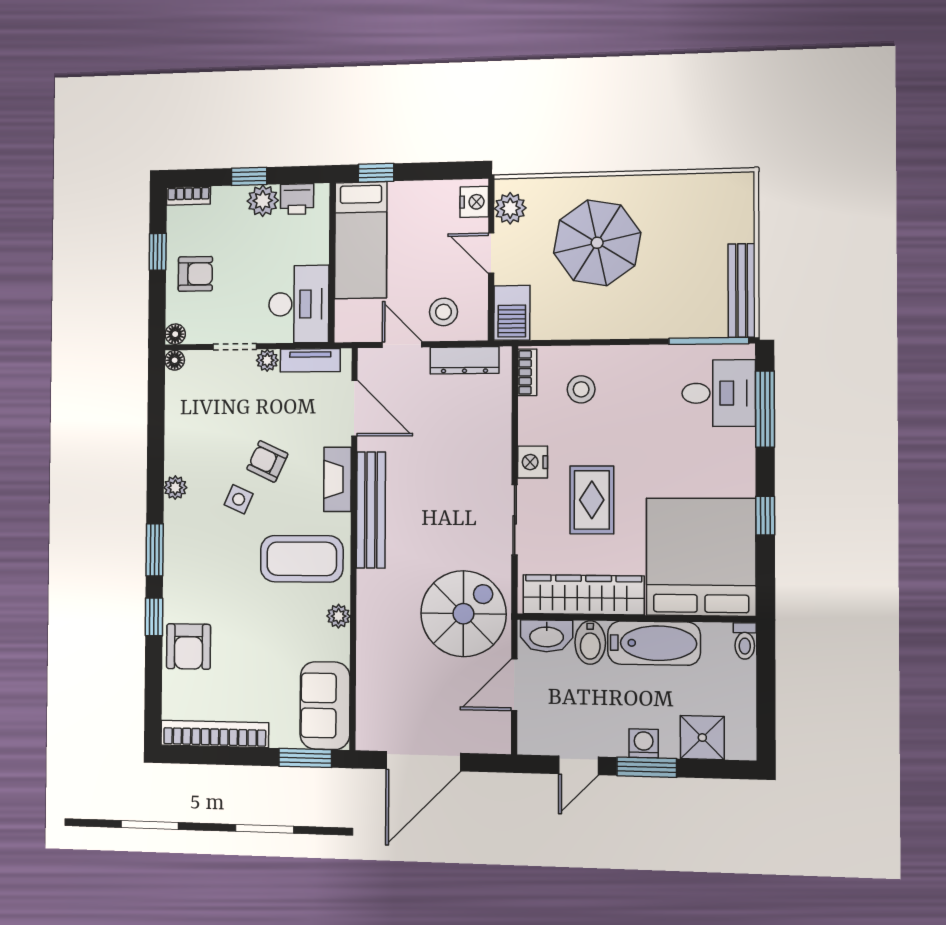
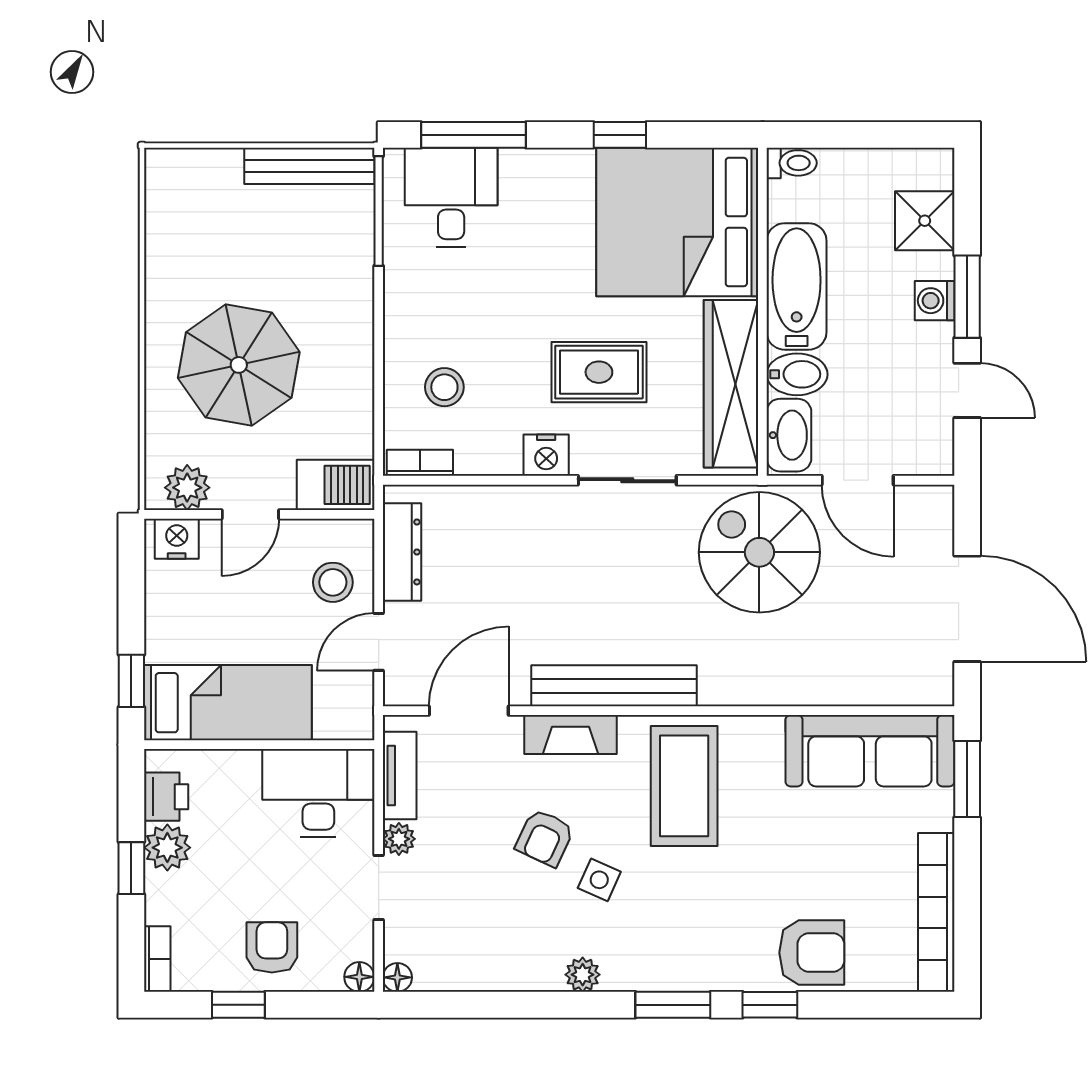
plant: (339, 616) -> (765, 732), removed
sofa: (325, 706) -> (870, 751), width x1.36

